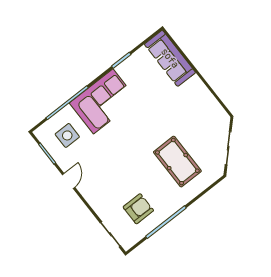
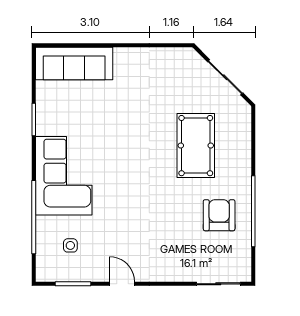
side table: (67, 135) -> (70, 245), width x0.54, depth x0.54
pool table: (177, 162) -> (196, 146), turned 90
armchair: (138, 209) -> (219, 215), moved

